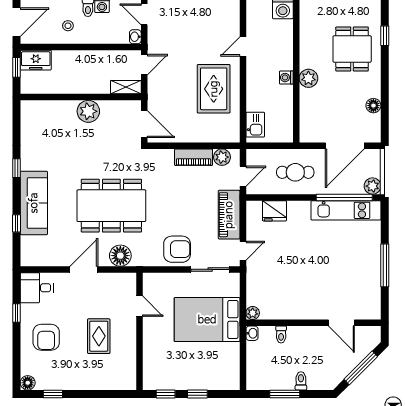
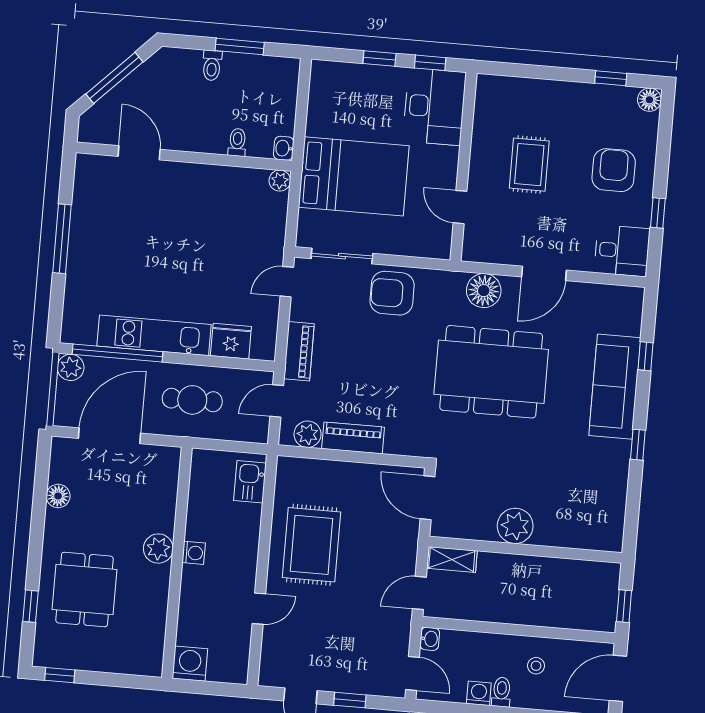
freezer: (36, 60) -> (592, 615), removed
kitchen unit: (346, 210) -> (154, 335), moved
piano: (229, 215) -> (299, 351), width x0.73, depth x0.75
desk: (161, 367) -> (434, 107), added

